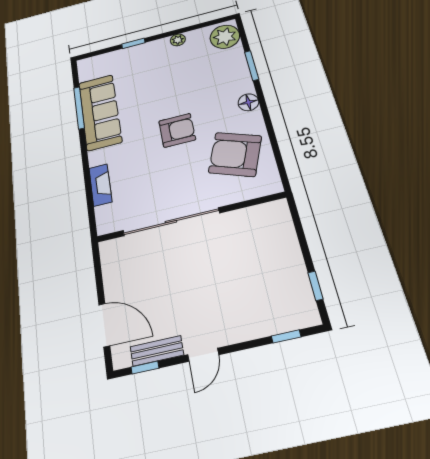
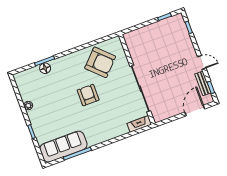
plant: (225, 37) -> (25, 79), removed
floor lamp: (248, 102) -> (45, 68), moved
sofa: (100, 112) -> (63, 147), moved
armchair: (235, 154) -> (100, 62), turned -67
fireplace: (100, 185) -> (139, 124), moved

